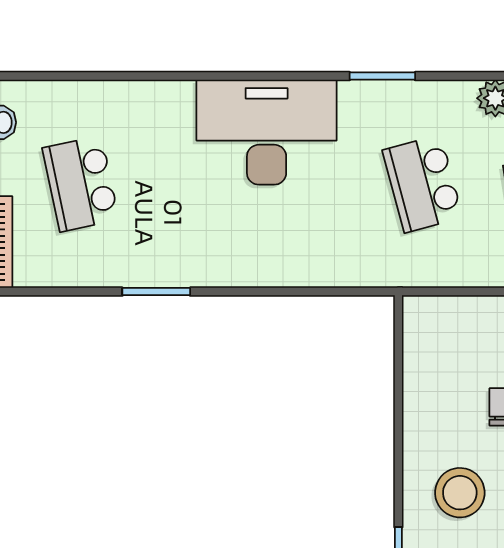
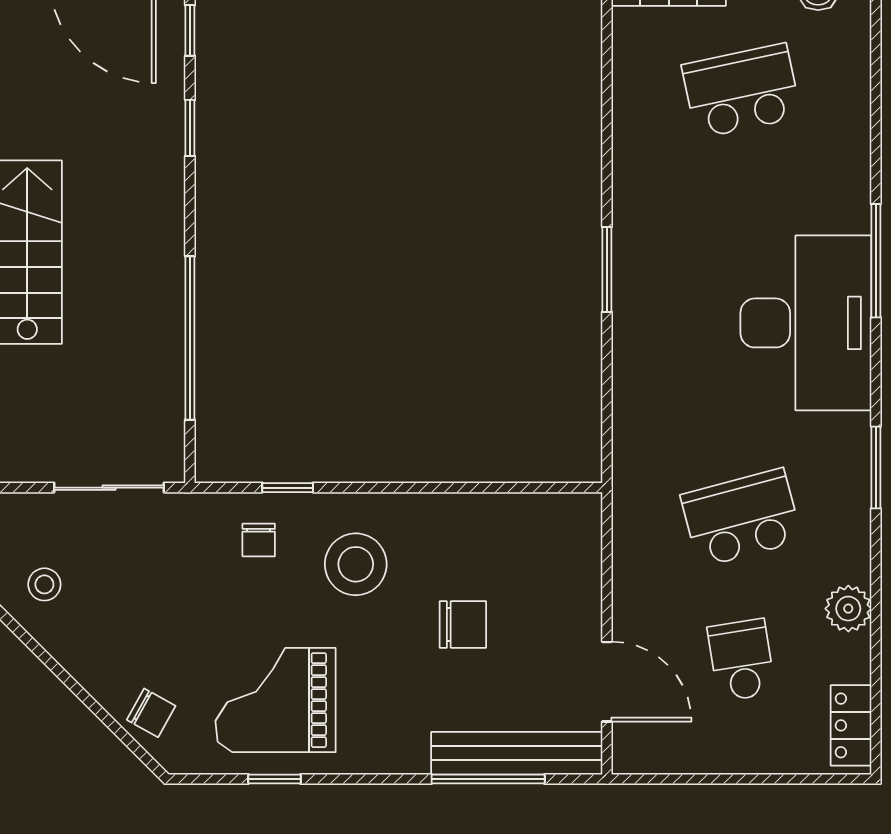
window: (217, 76) -> (876, 261), added
window: (156, 292) -> (607, 269), moved

